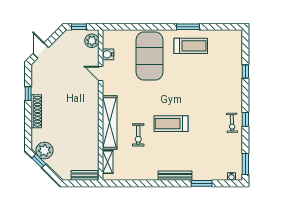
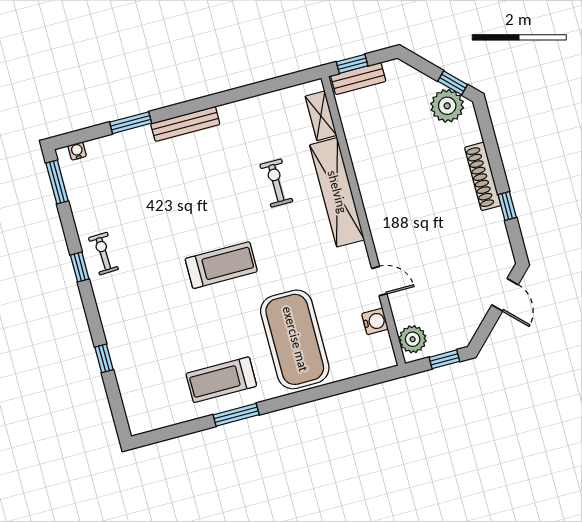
treadmill: (171, 124) -> (221, 265), moved
window: (86, 183) -> (352, 64), added

